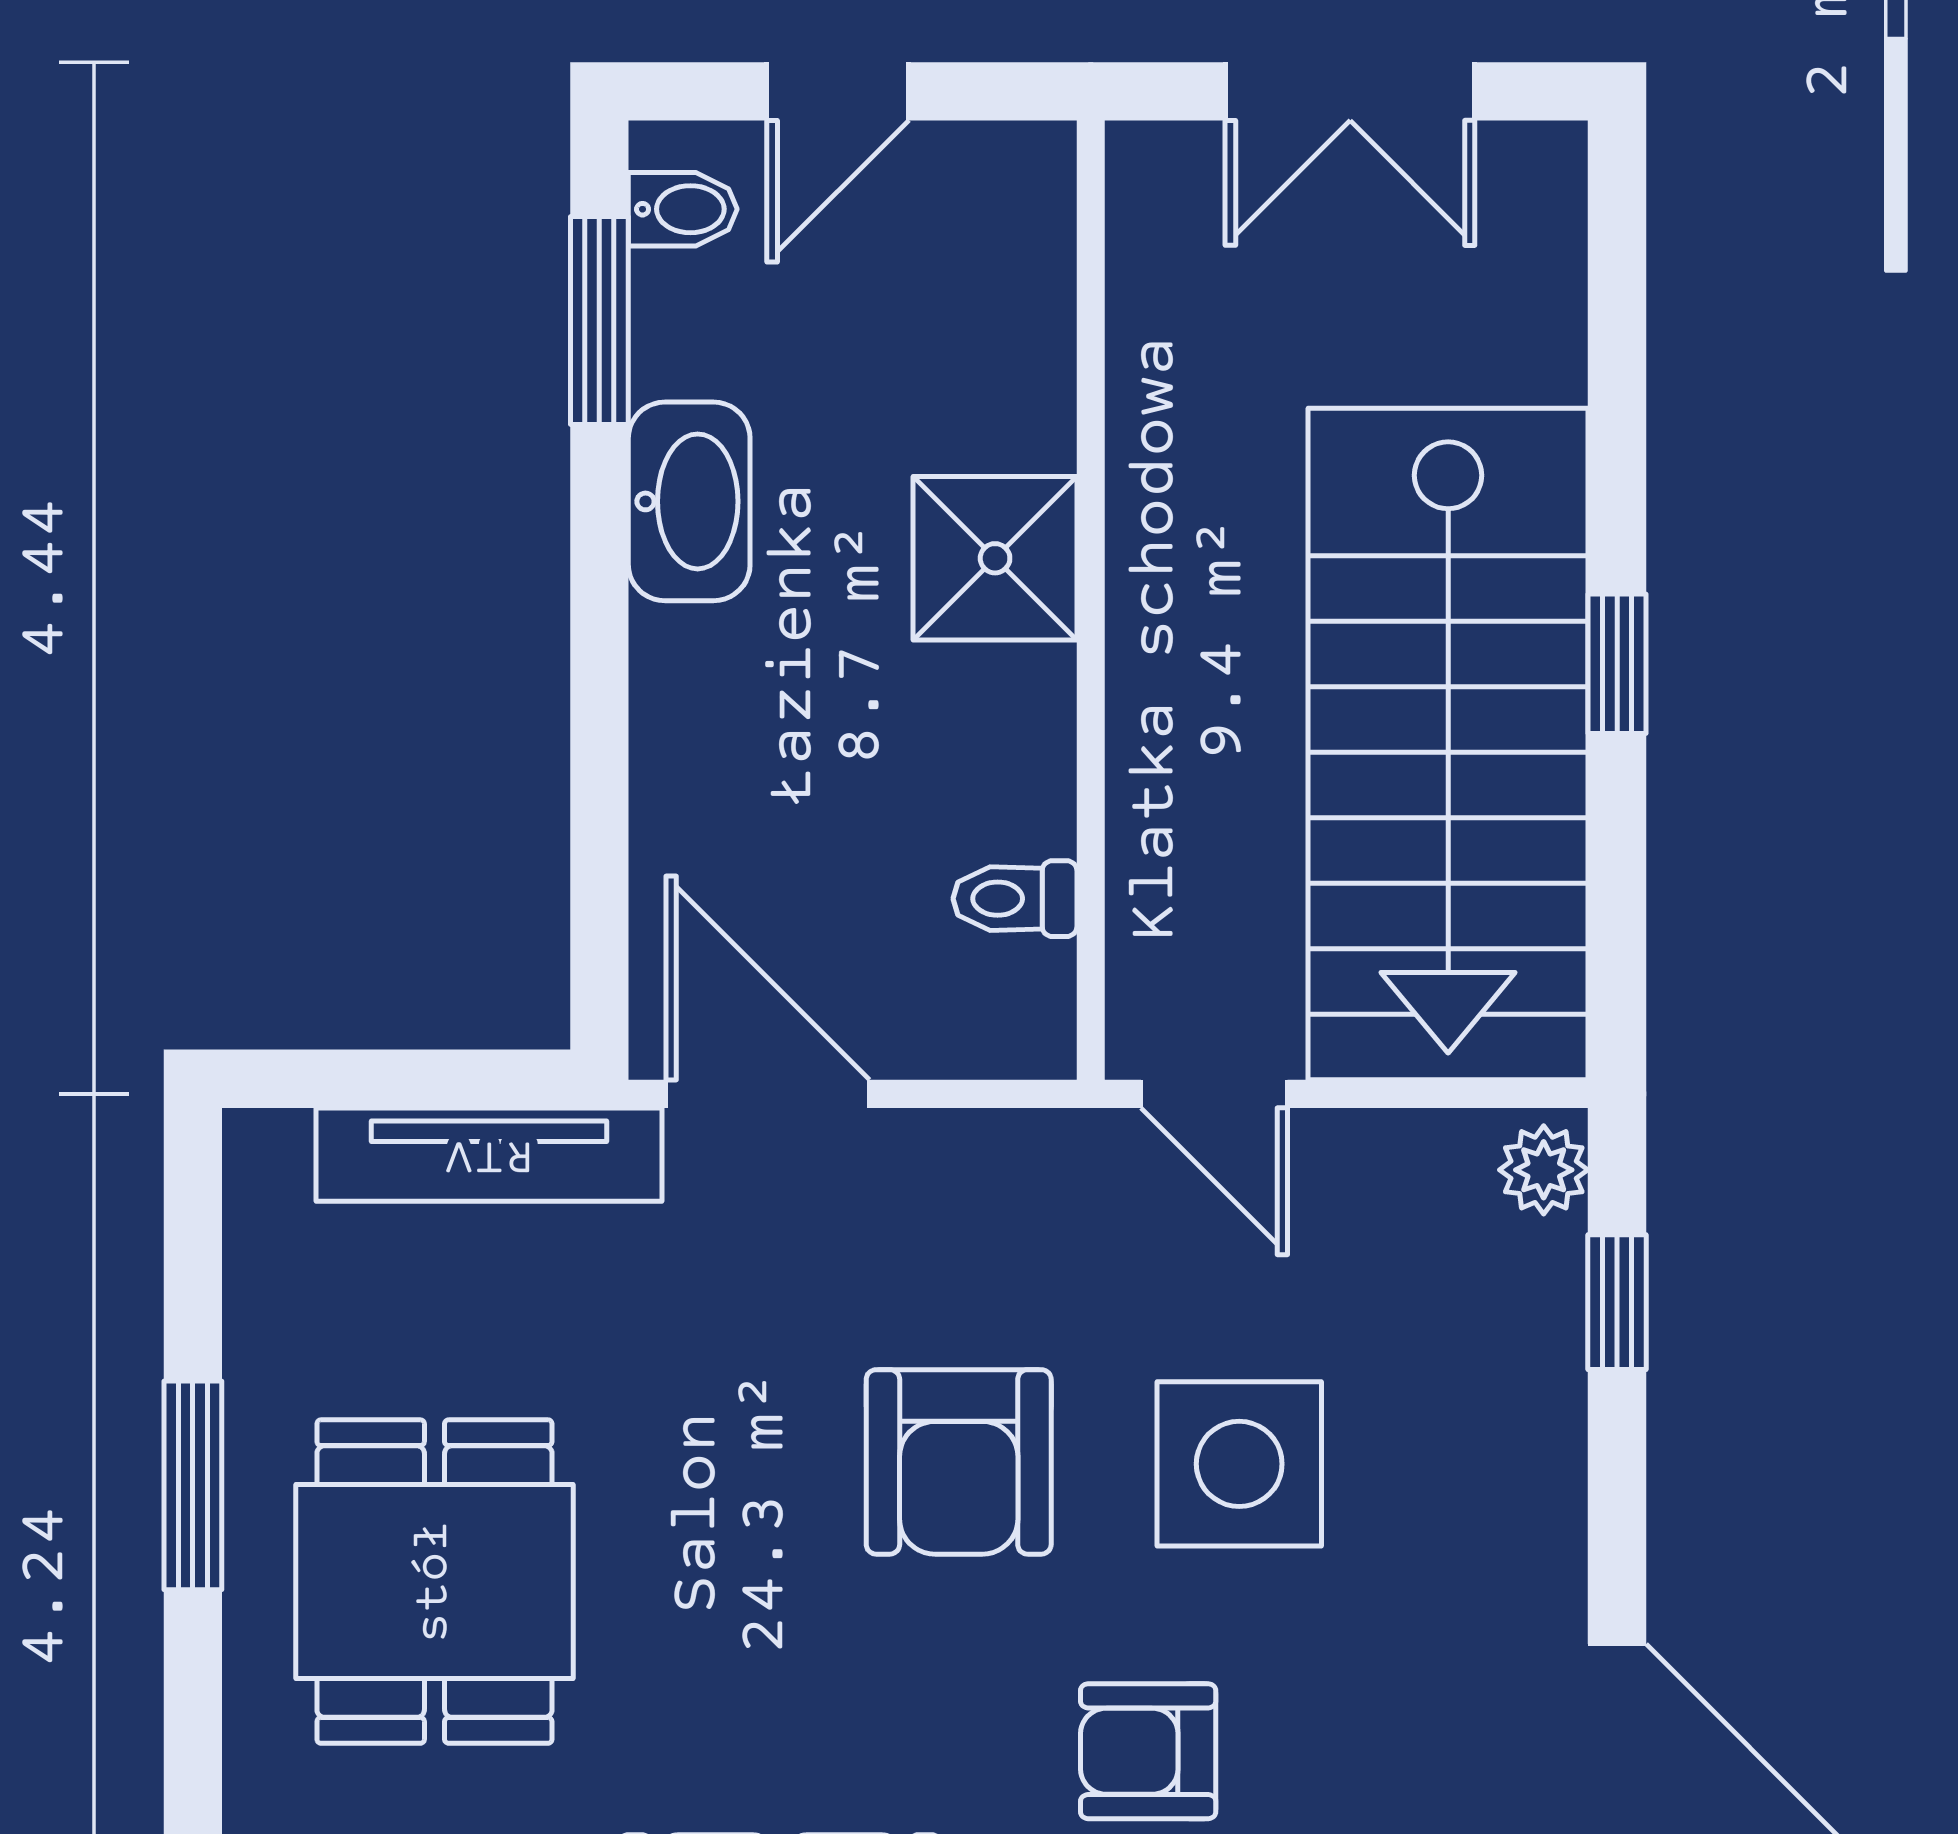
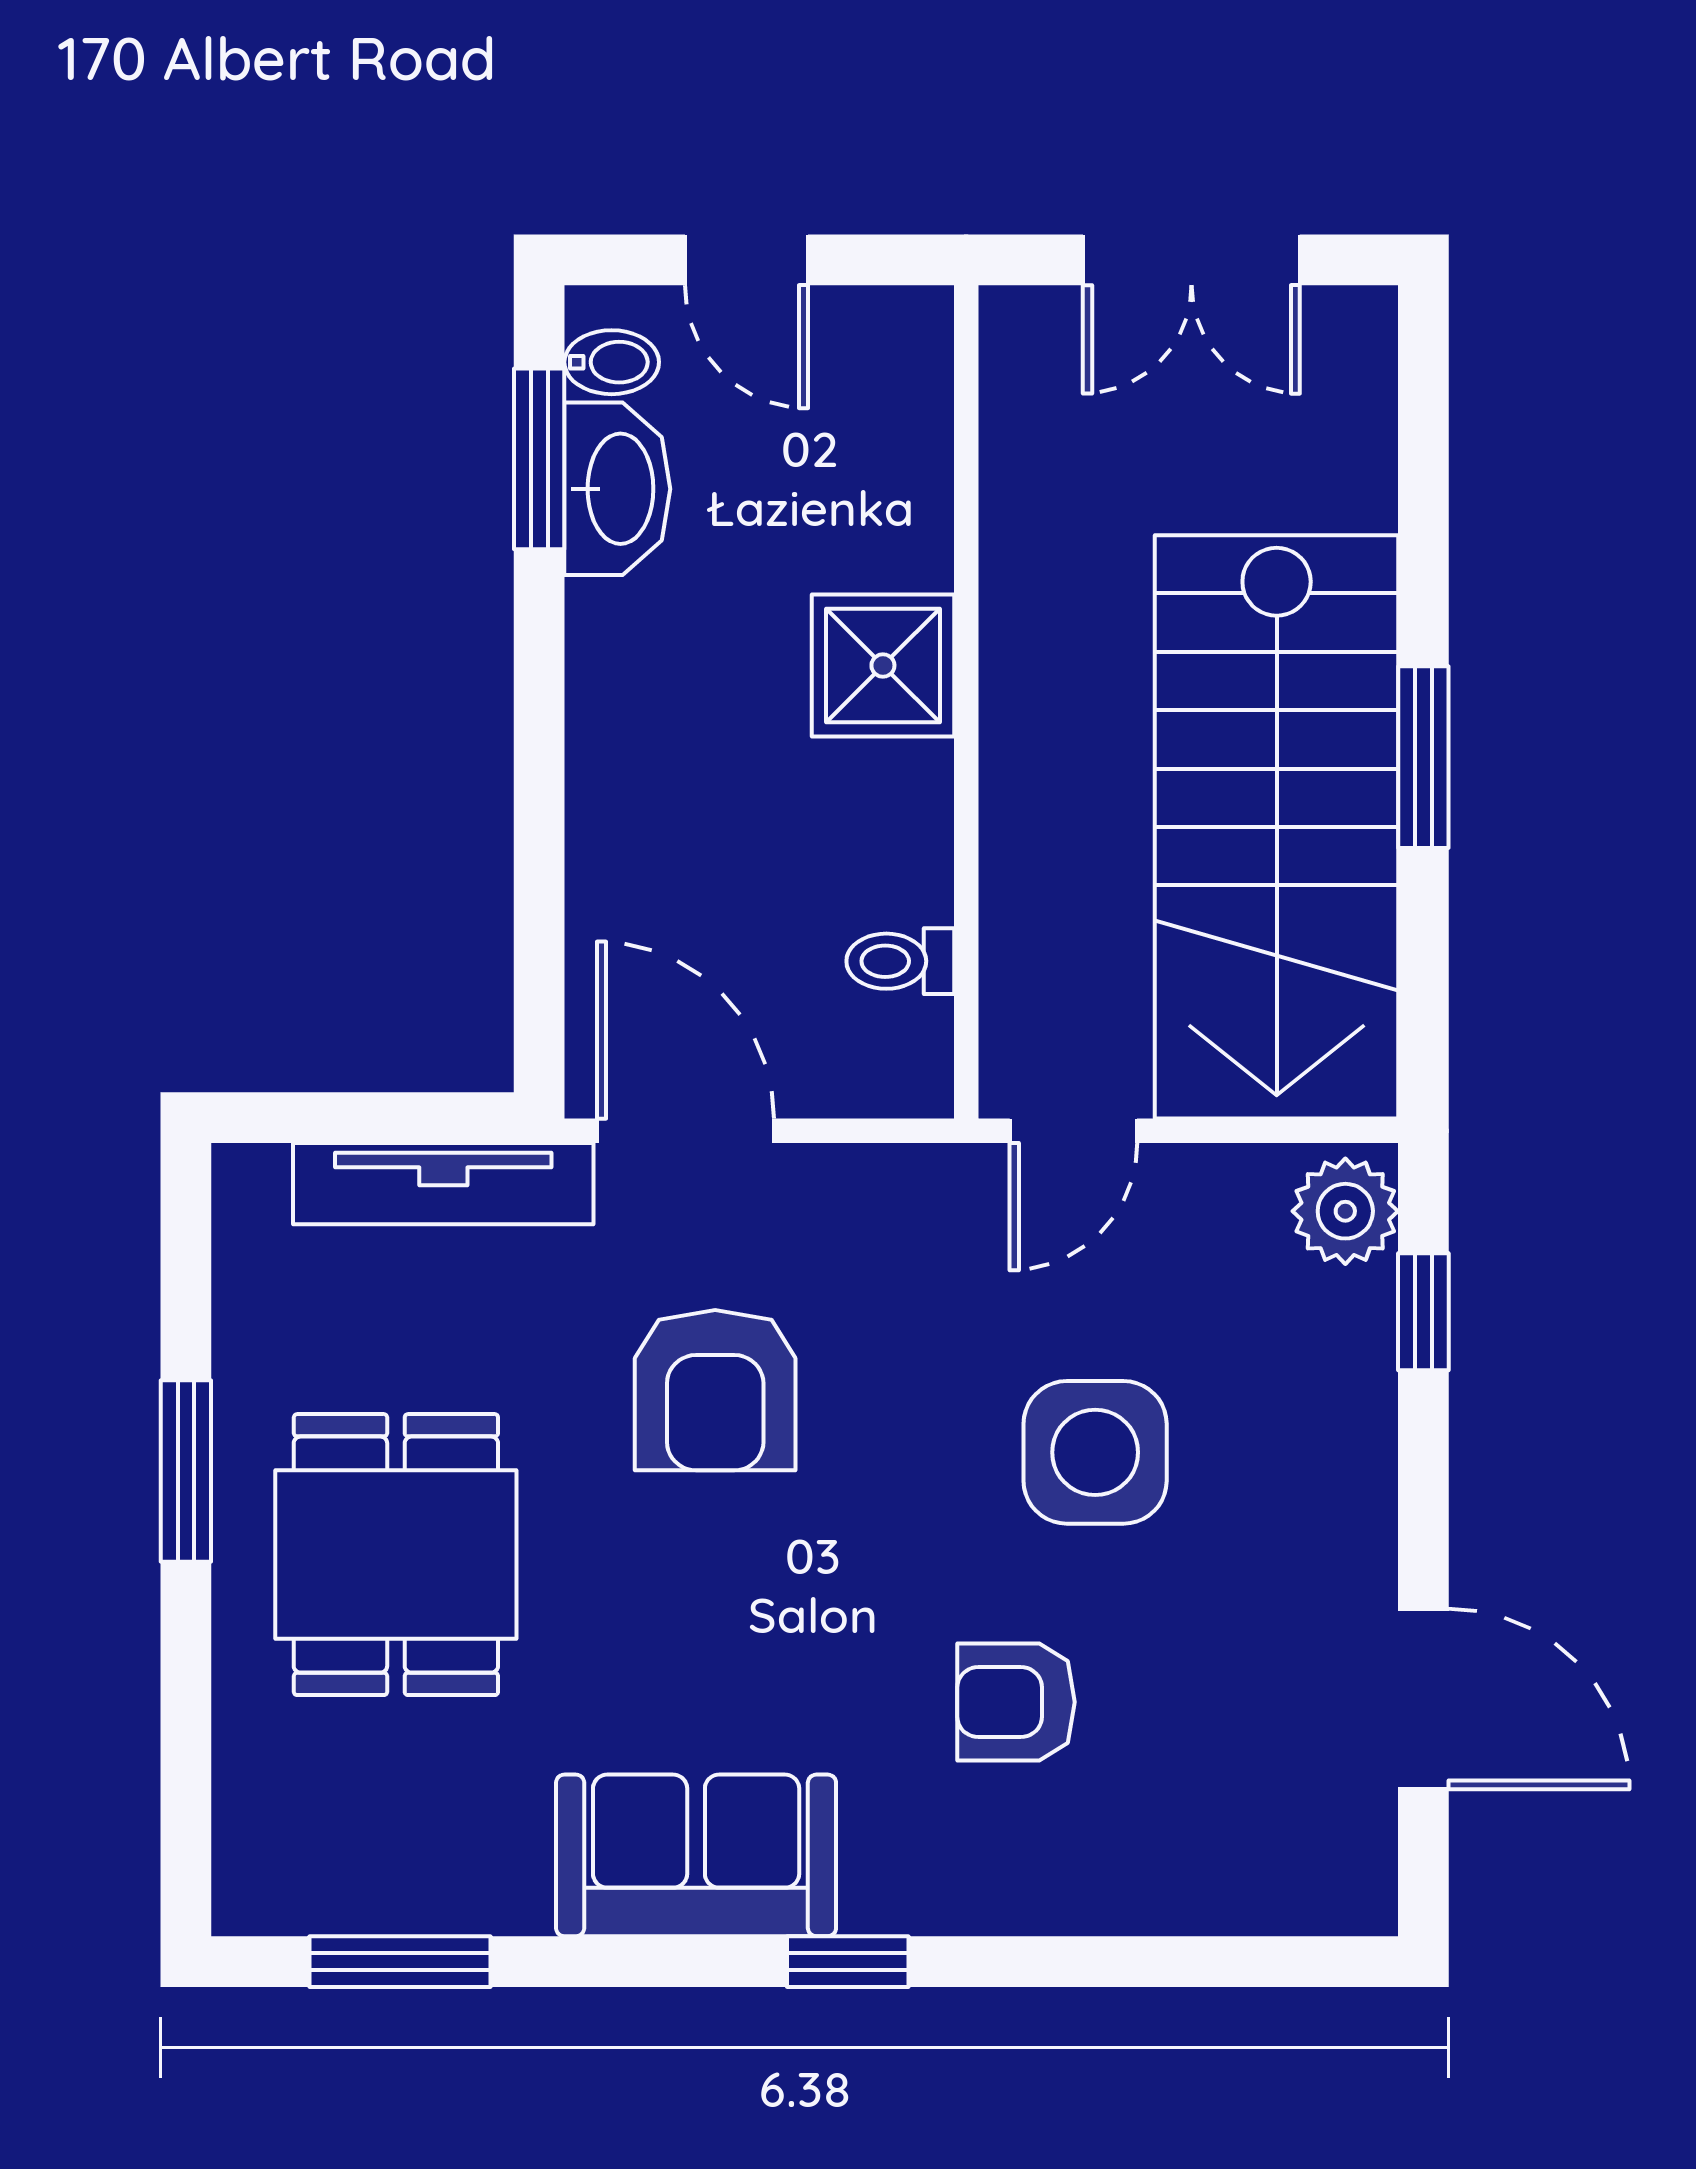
door: (838, 91) -> (746, 260), hinge flipped
washbasin: (689, 501) -> (617, 489), moved
window: (1617, 664) -> (1423, 757), width x1.50
door: (1214, 1094) -> (1073, 1131), hinge flipped
plant: (1544, 1170) -> (1345, 1211), width x1.38, depth x1.38
armchair: (959, 1462) -> (715, 1390), moved

